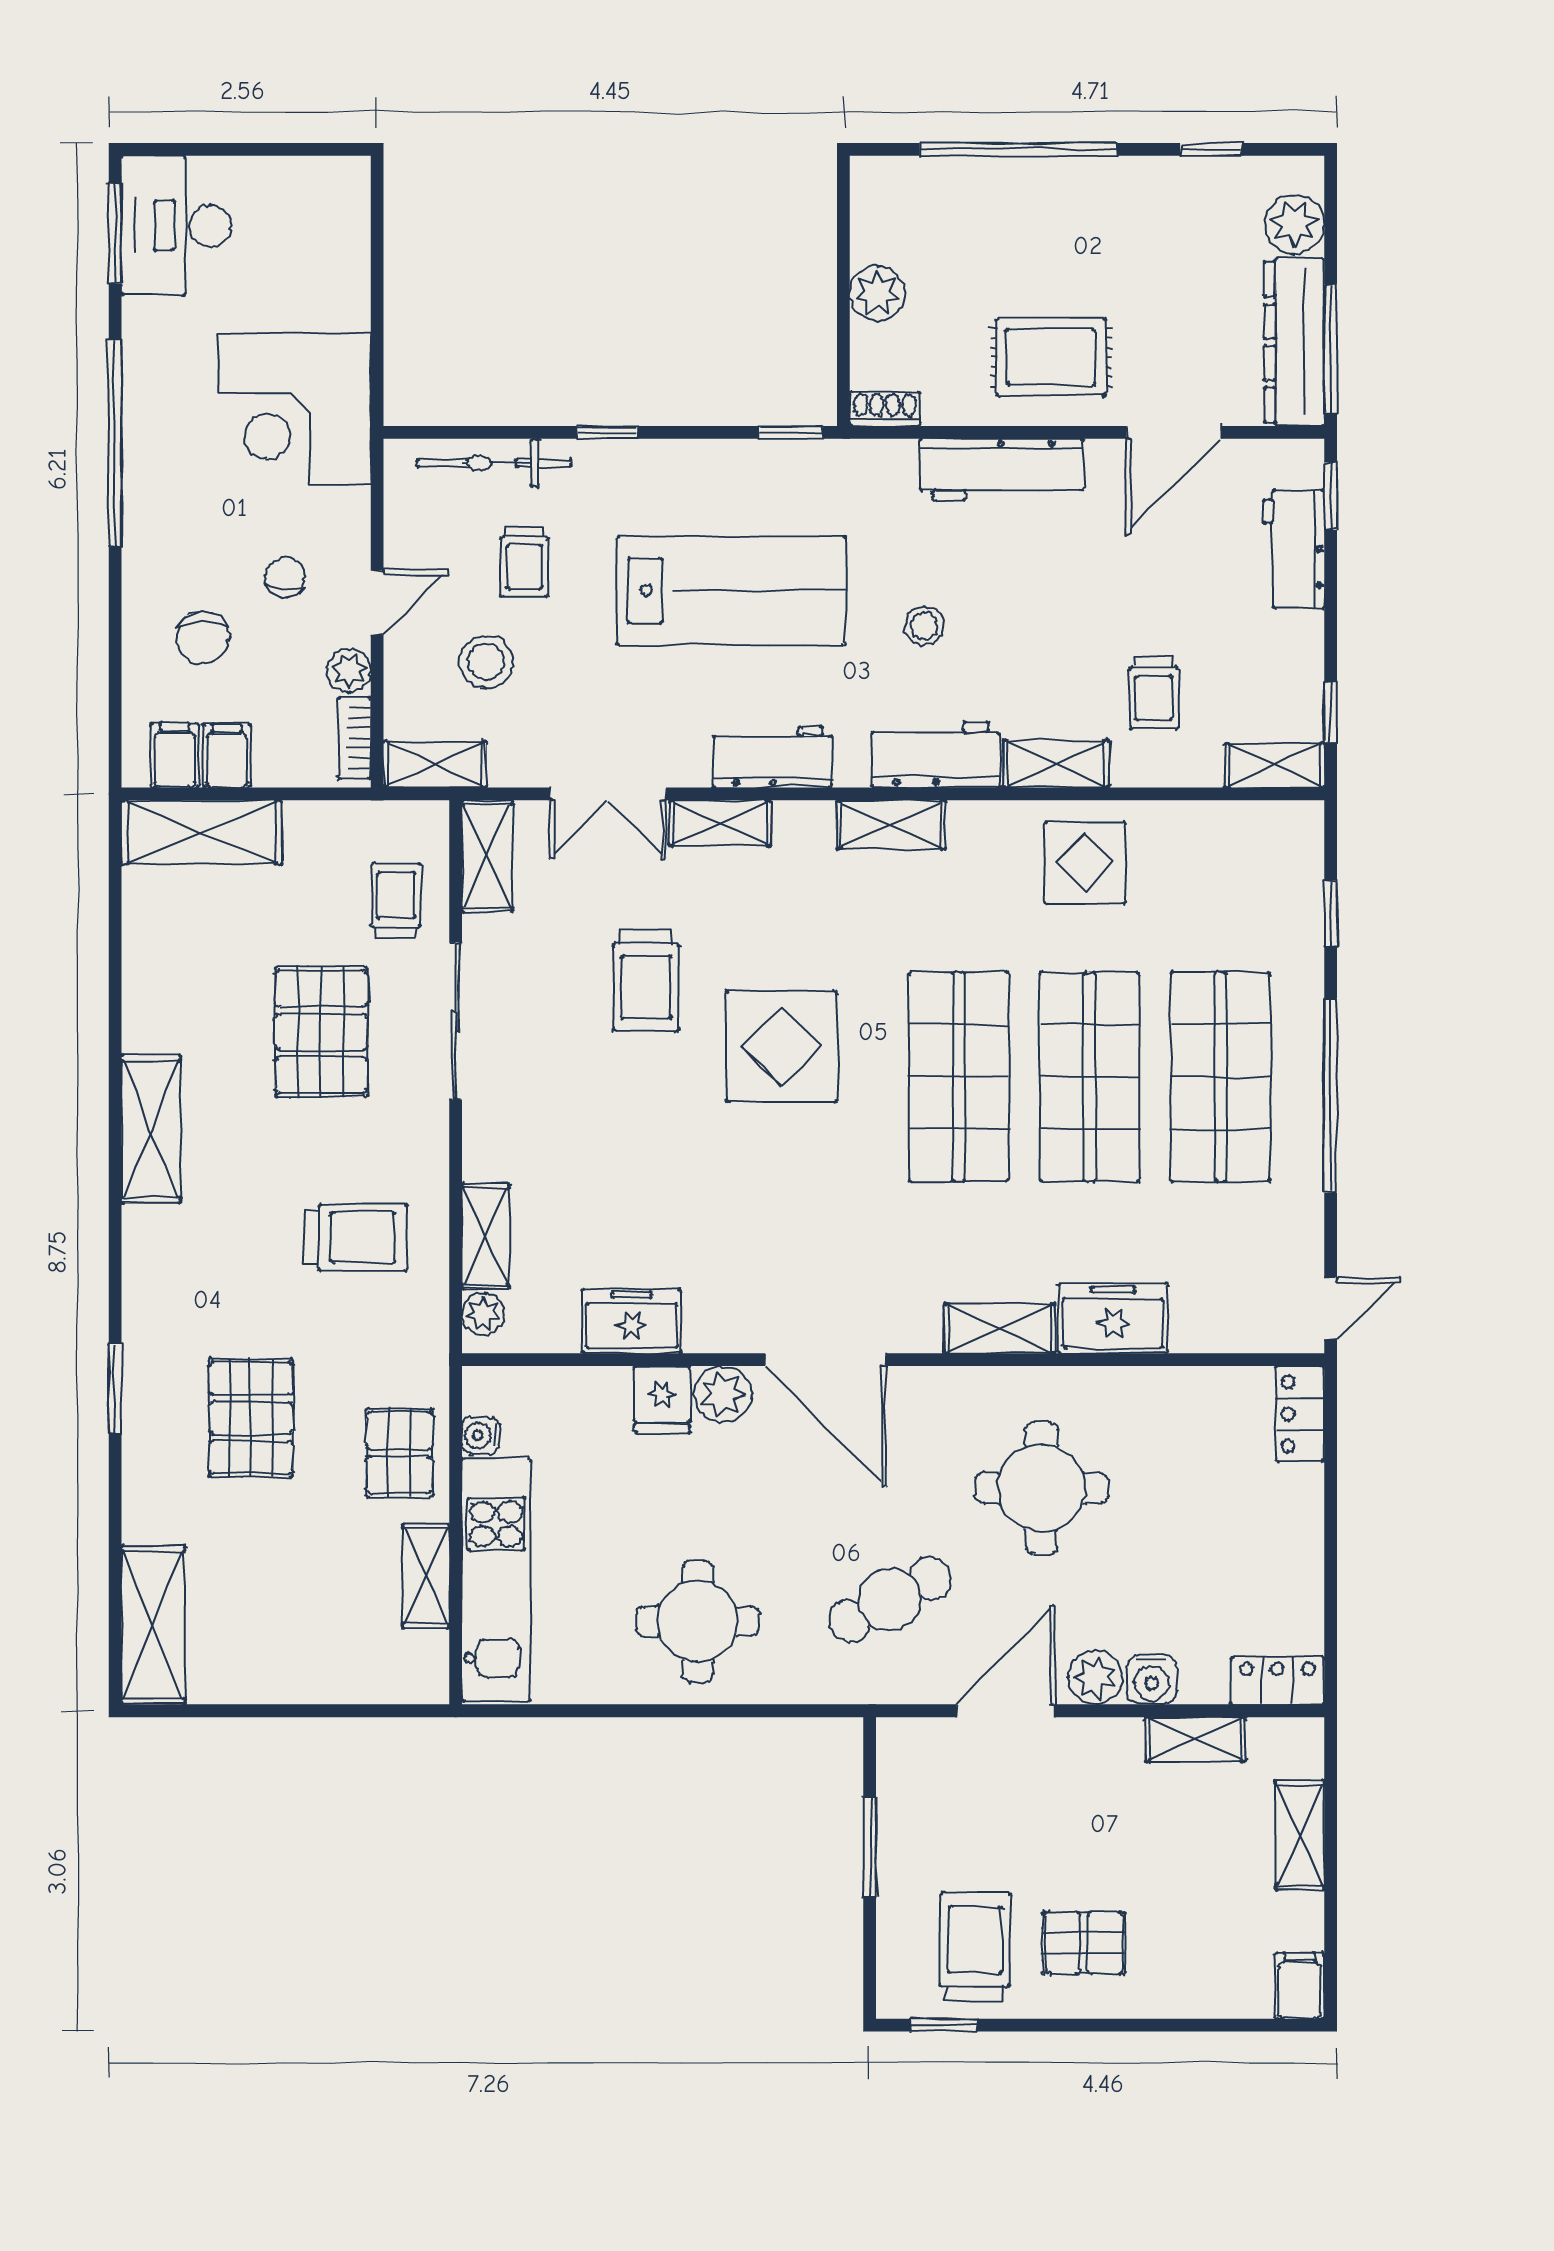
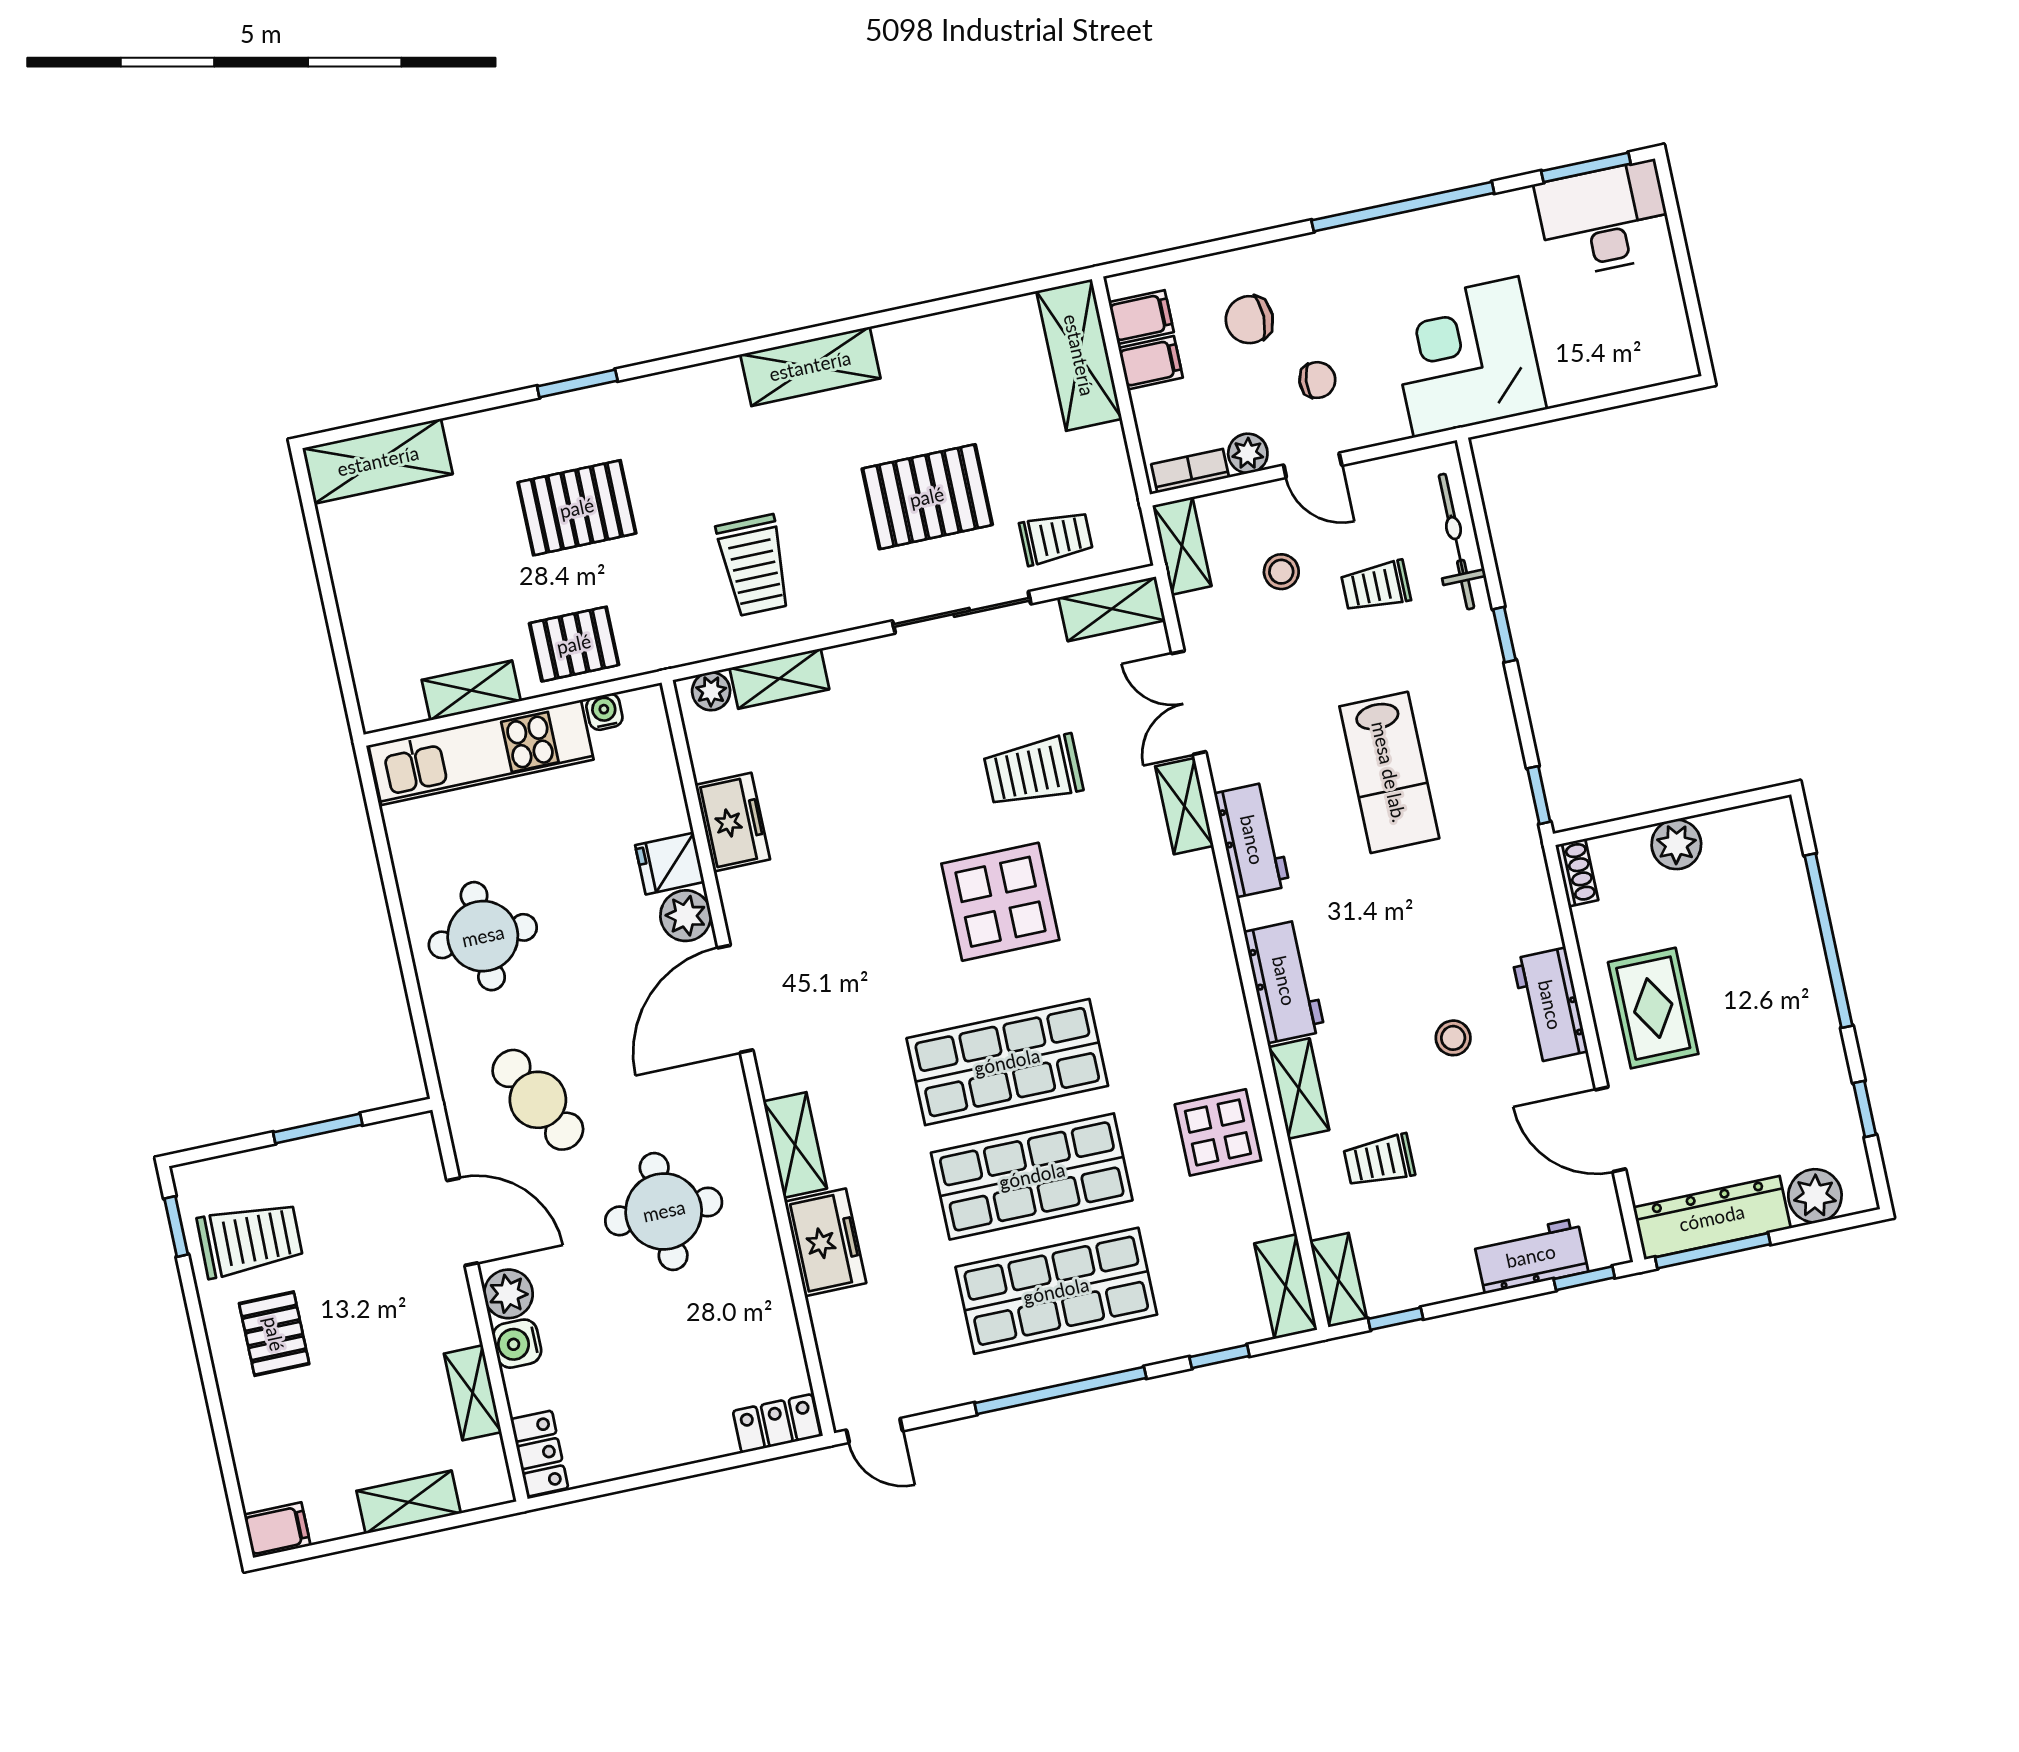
workbench: (1001, 469) -> (1550, 1005), width x0.73
lab bench: (731, 591) -> (1389, 772), width x0.73, depth x0.72
stool: (924, 626) -> (1453, 1038), moved
stool: (486, 662) -> (1281, 572), width x0.73, depth x0.73
shelving: (891, 825) -> (1286, 1286), moved

